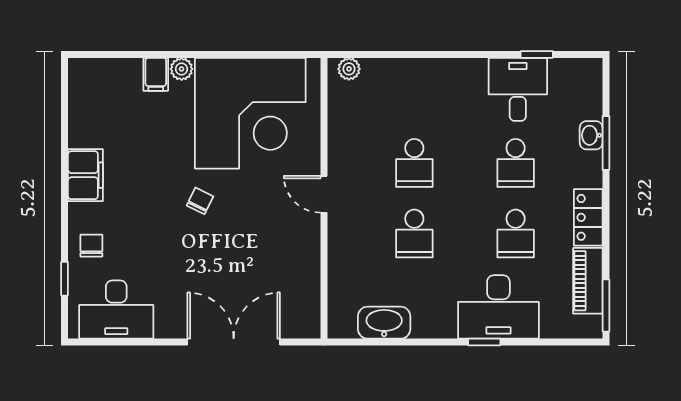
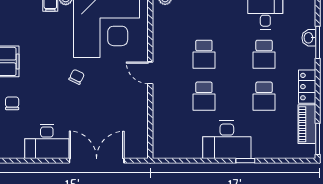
desk: (498, 307) -> (227, 140), moved
desk: (116, 310) -> (47, 141), moved
washbasin: (384, 323) -> (186, 149), removed

